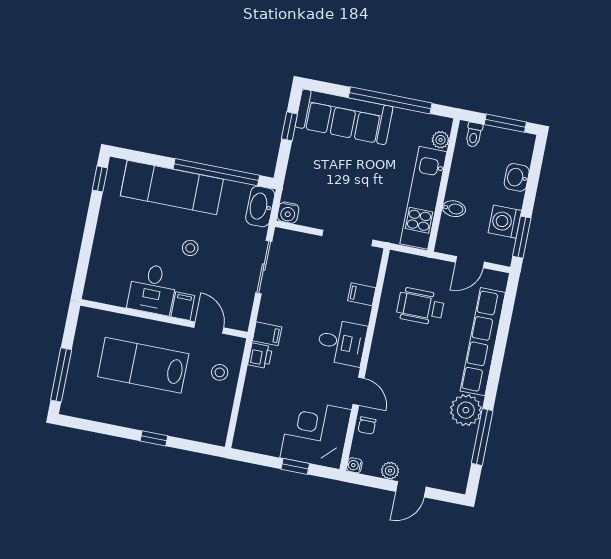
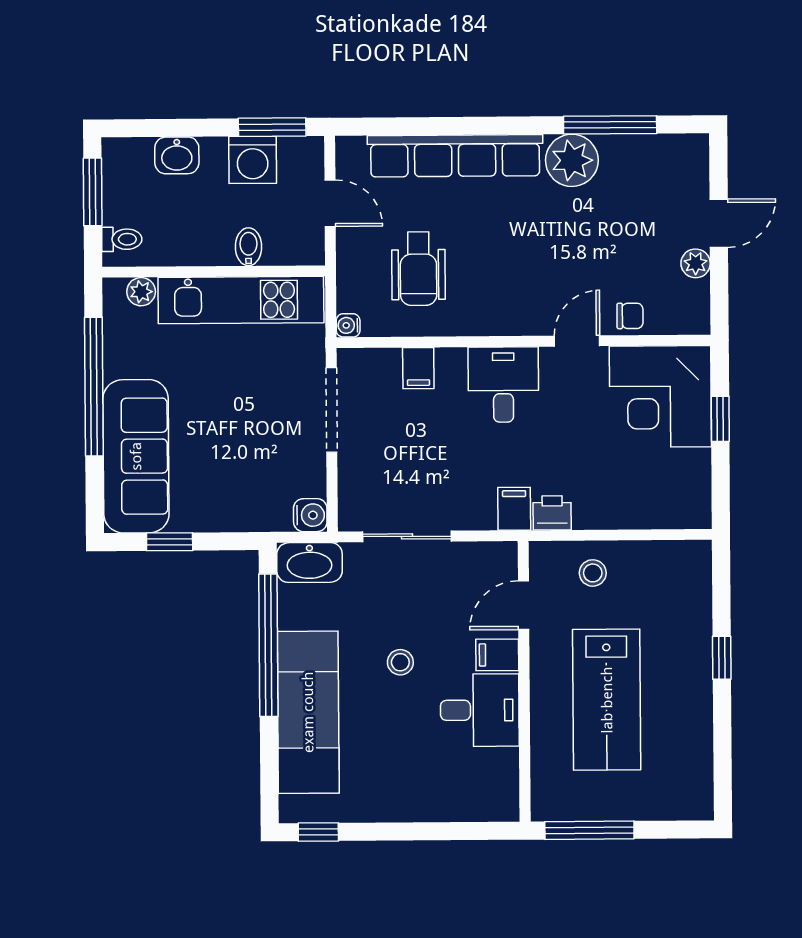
window: (61, 375) -> (589, 830), moved
water cooler: (354, 465) -> (348, 325), moved, turned 90
door: (411, 489) -> (719, 223), hinge flipped

